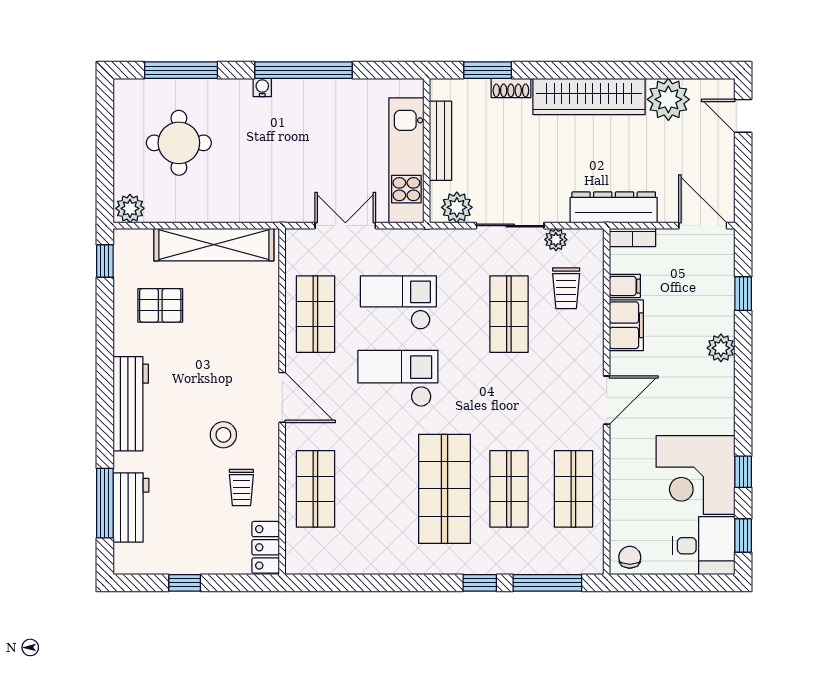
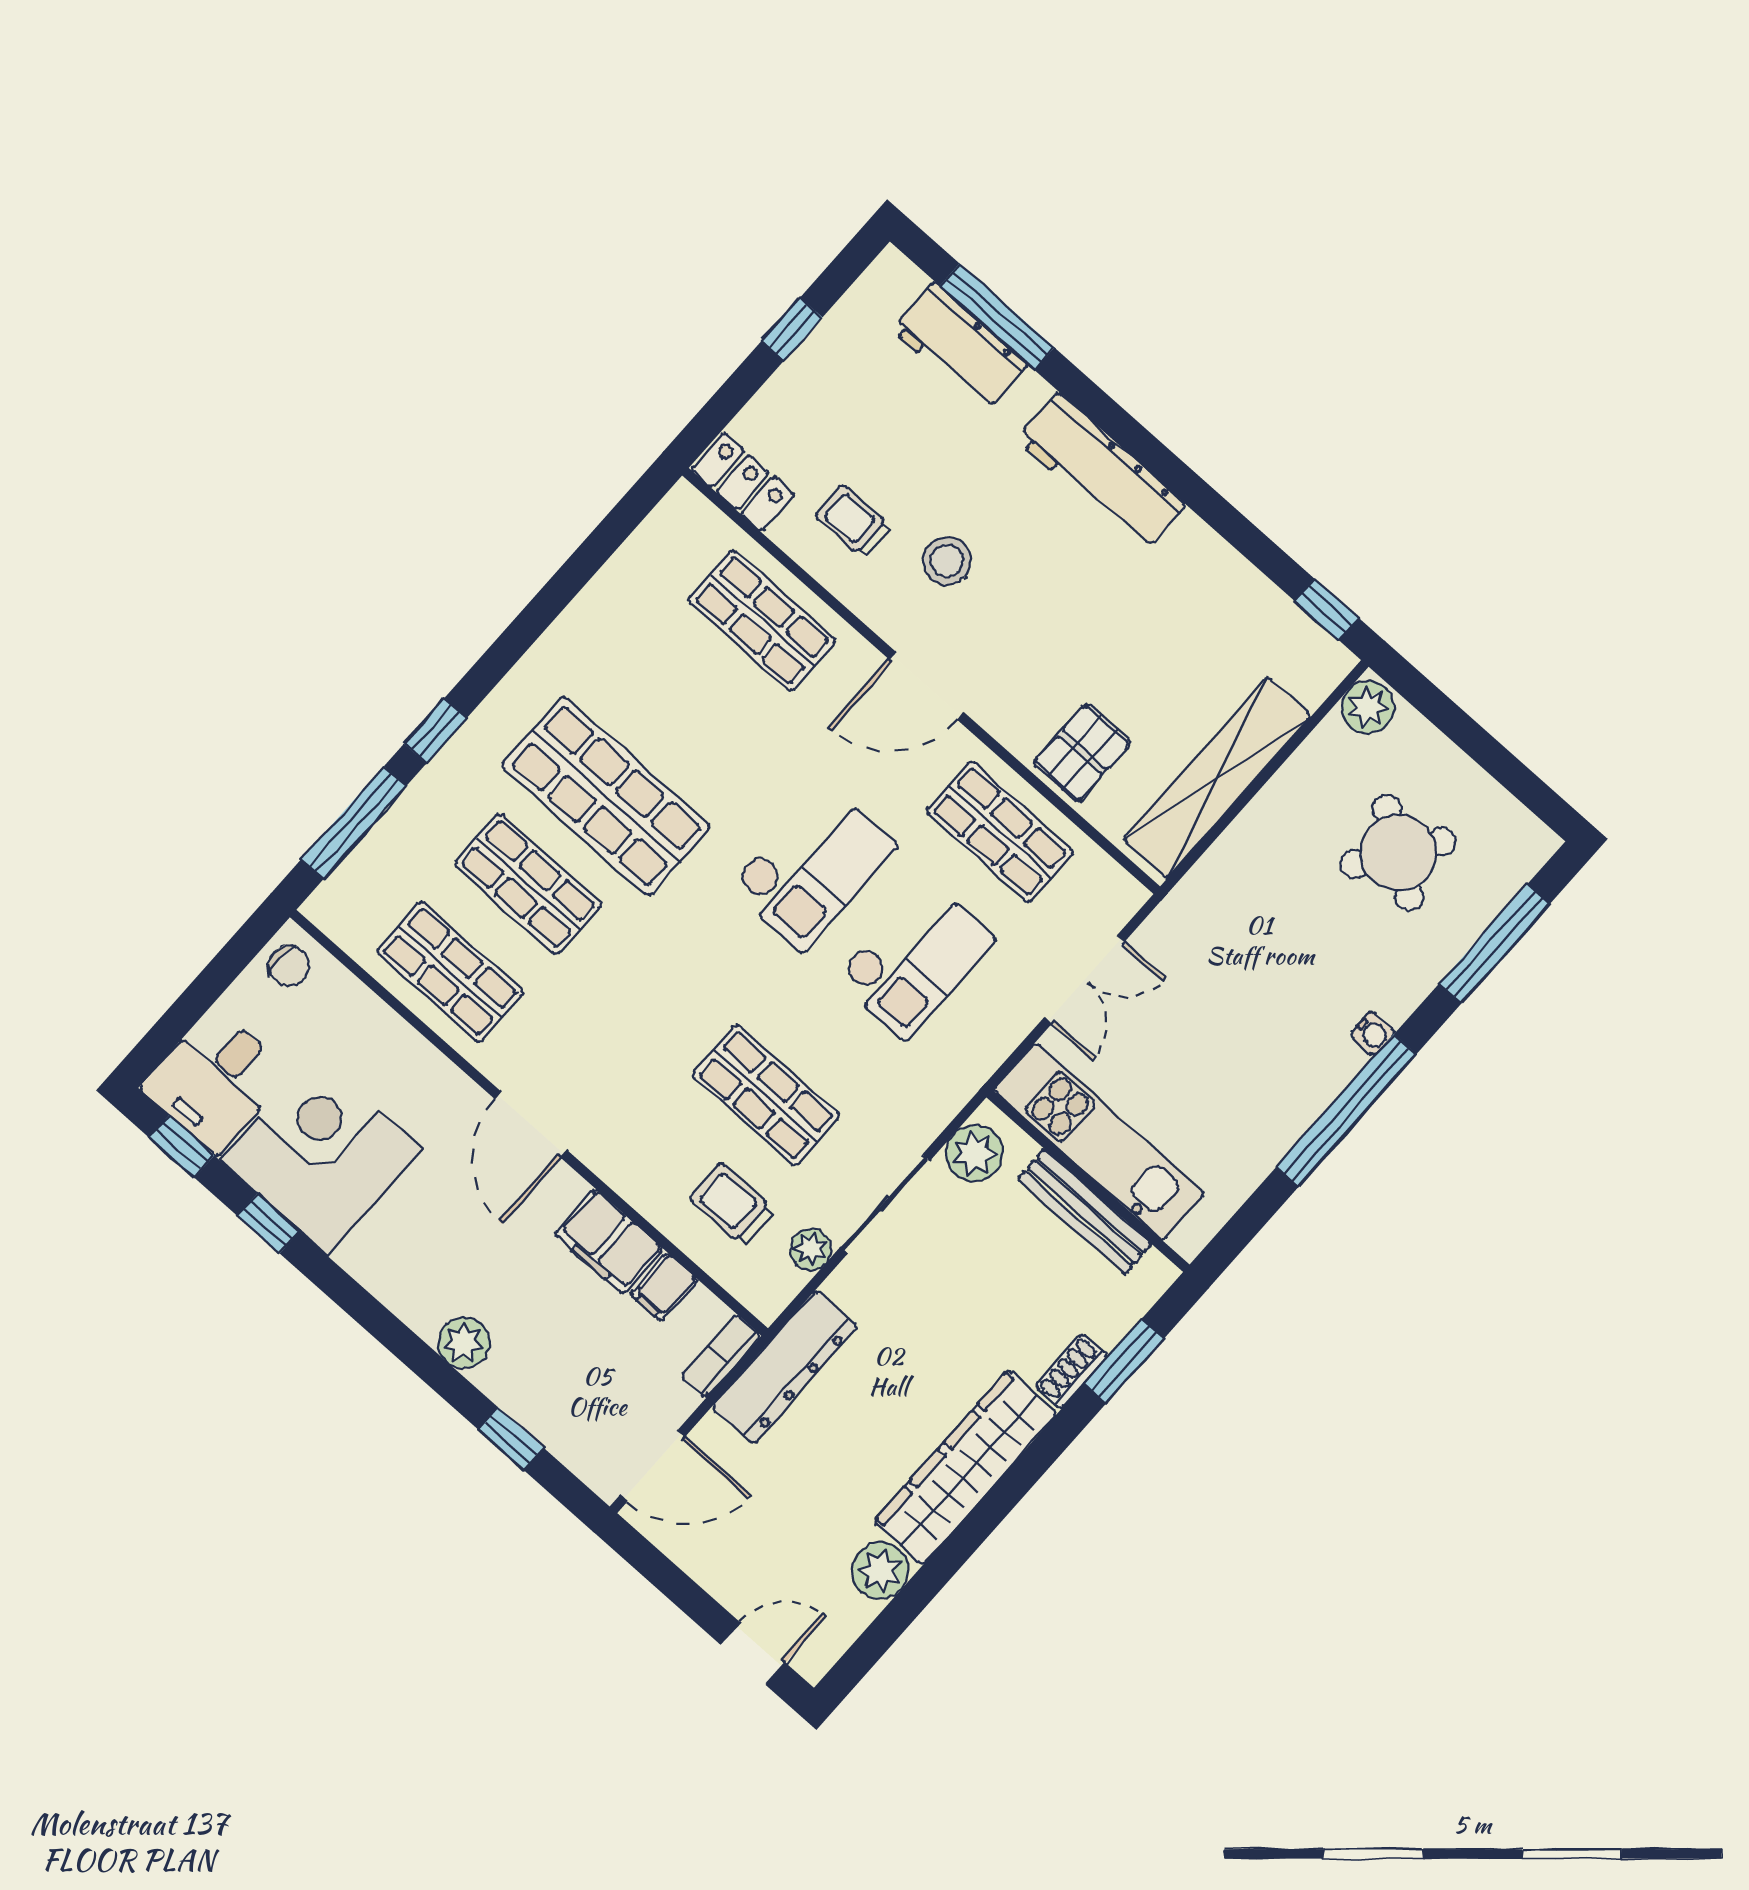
plant: (668, 99) -> (880, 1571), width x0.73, depth x0.73
round table: (179, 143) -> (1398, 853), turned 34
pallet: (160, 305) -> (1082, 753), moved

